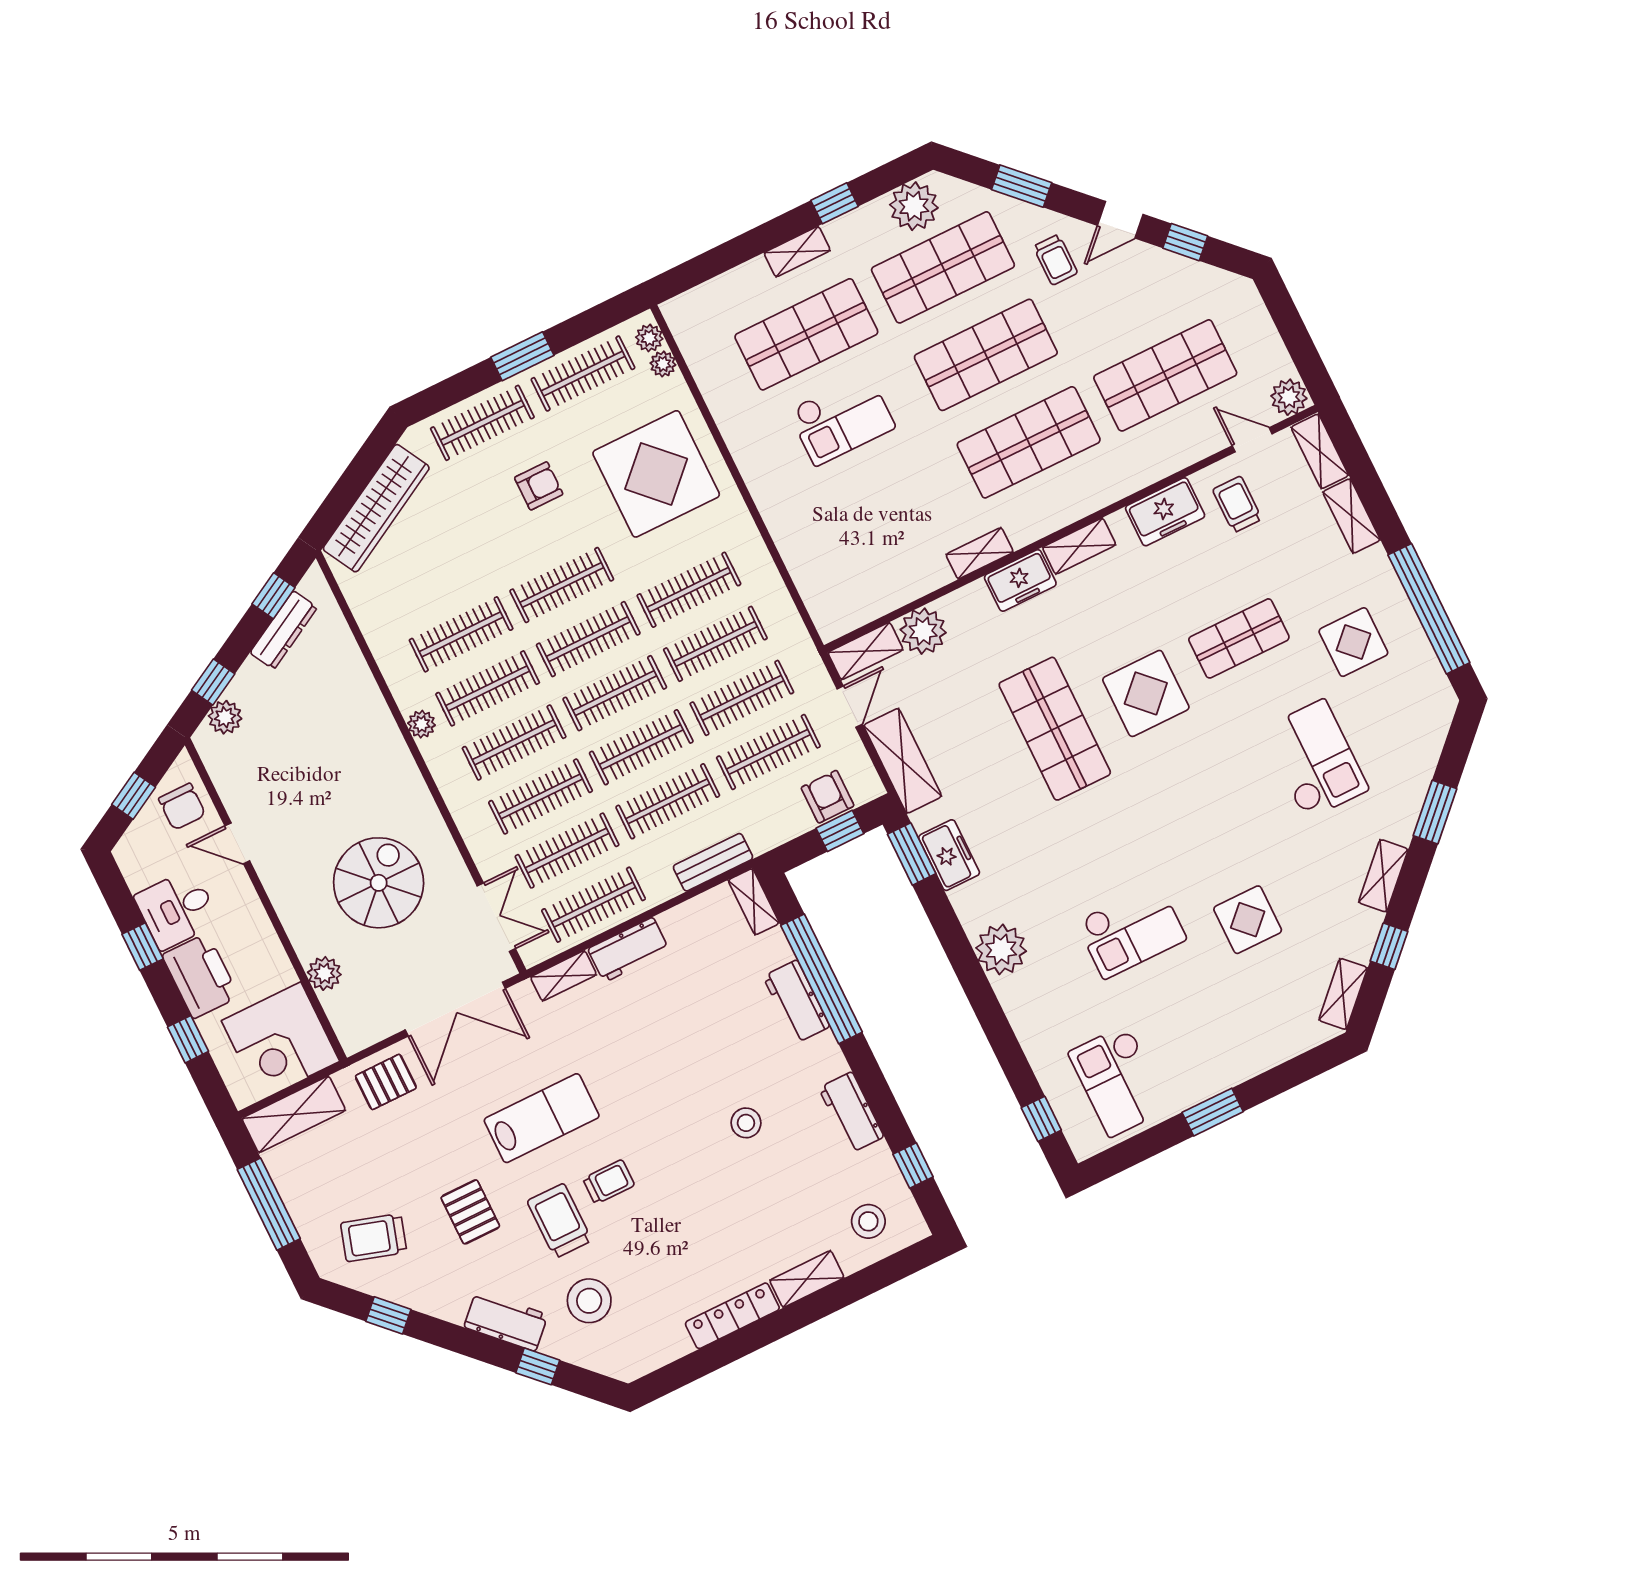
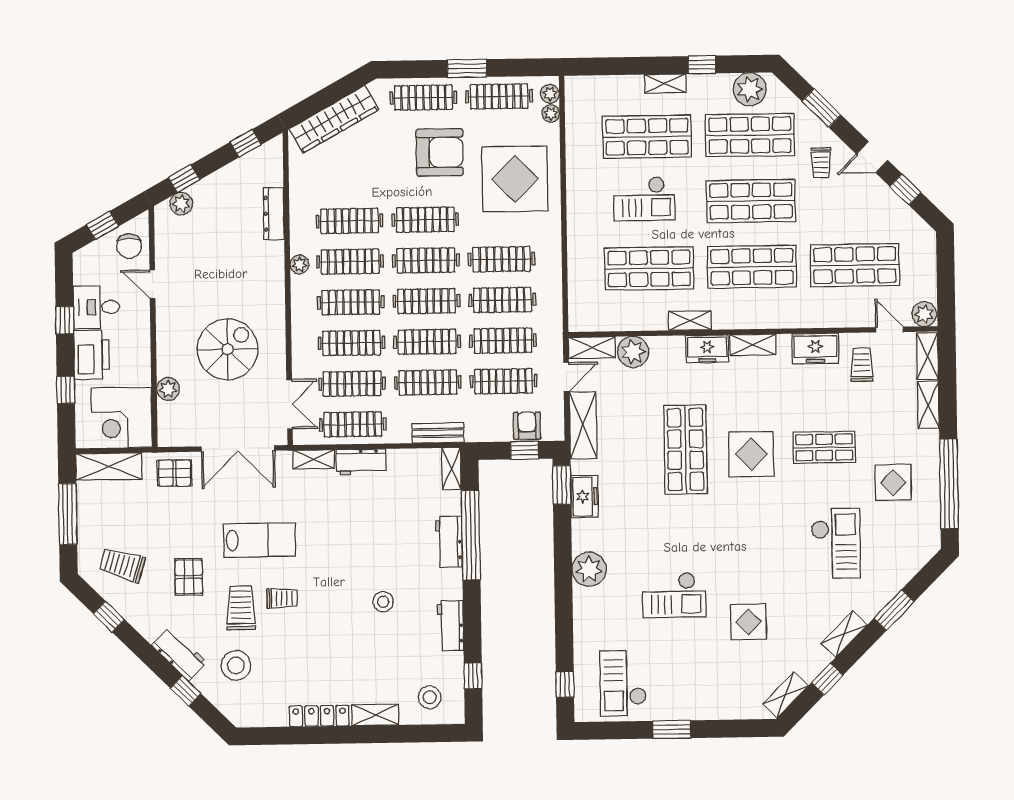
armchair: (539, 486) -> (440, 152), width x1.88, depth x1.88
shop shelf: (892, 509) -> (649, 268), added
dresser: (284, 630) -> (274, 214), moved, turned 119

